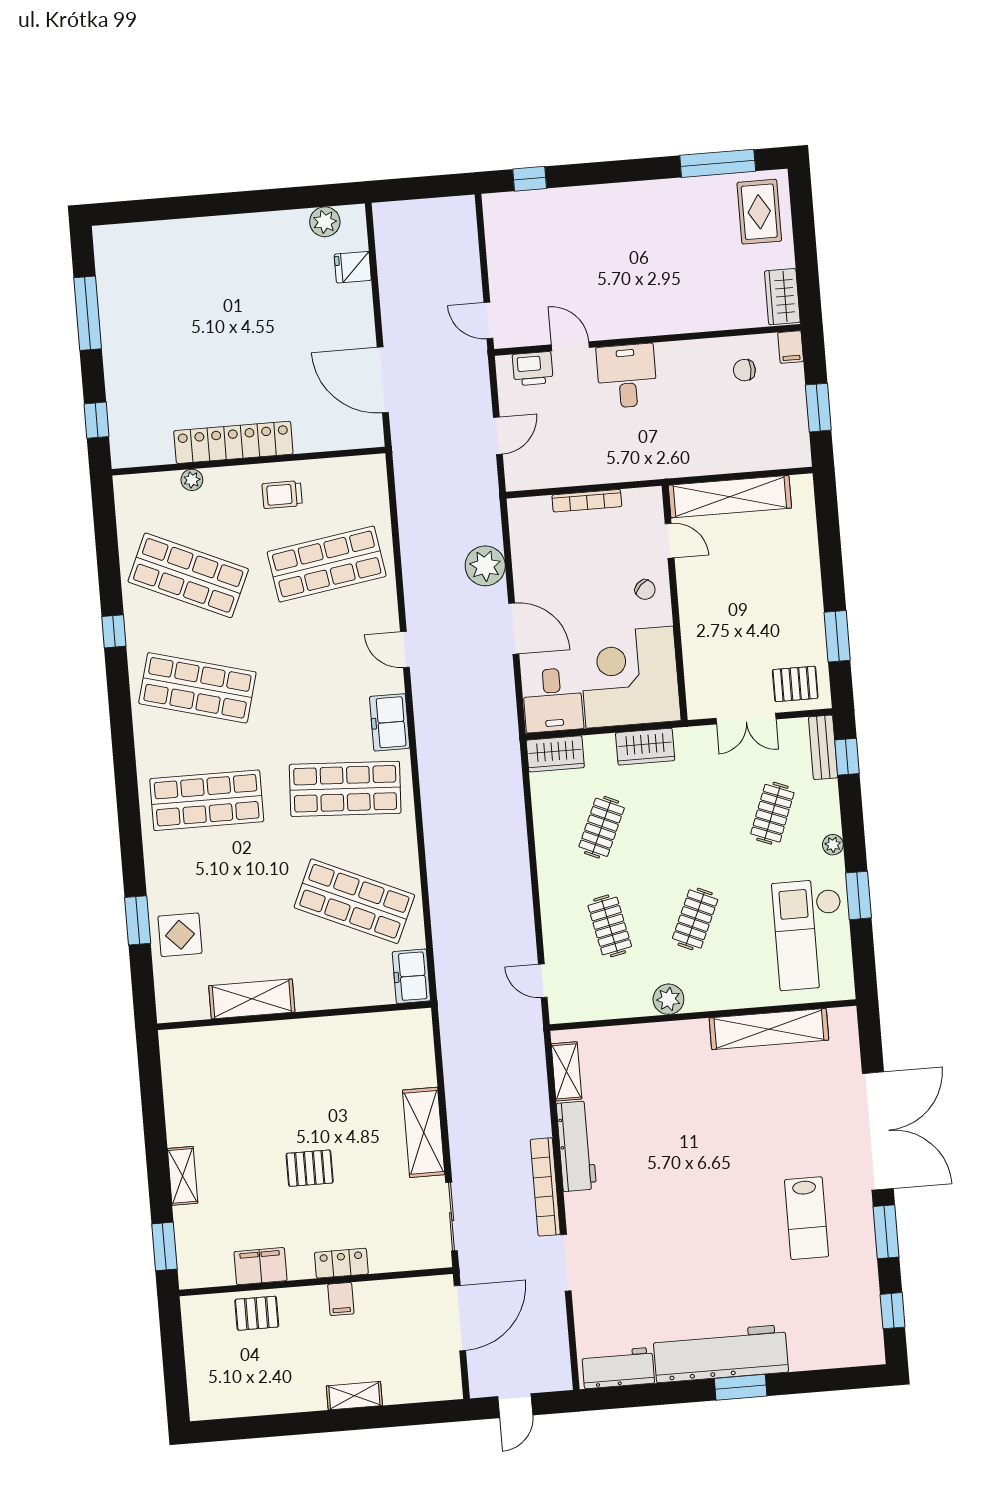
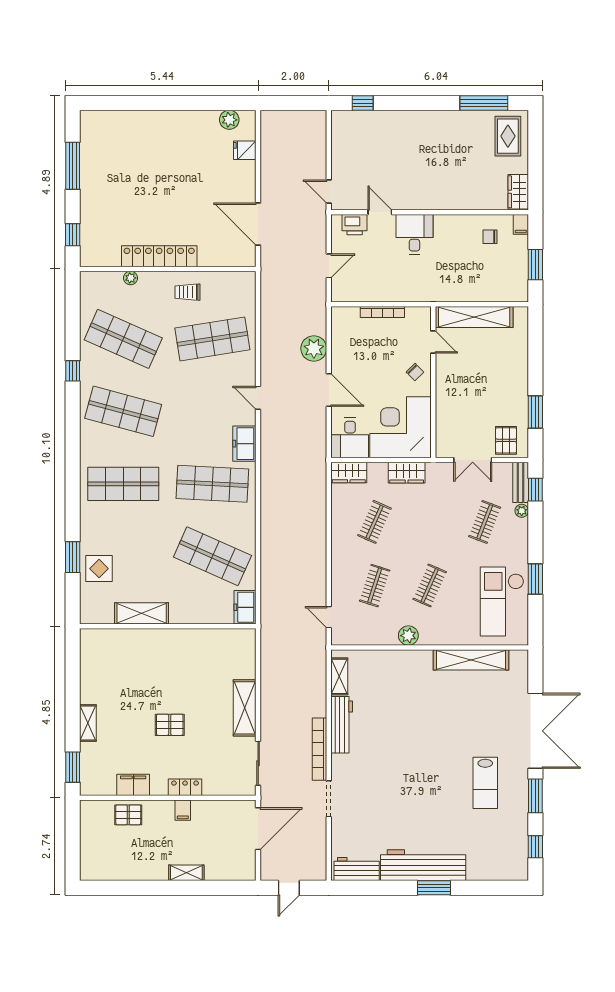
pallet: (795, 684) -> (506, 440), turned 90
plant: (833, 845) -> (522, 511), moved
clothes rail: (610, 926) -> (375, 586), turned 30

